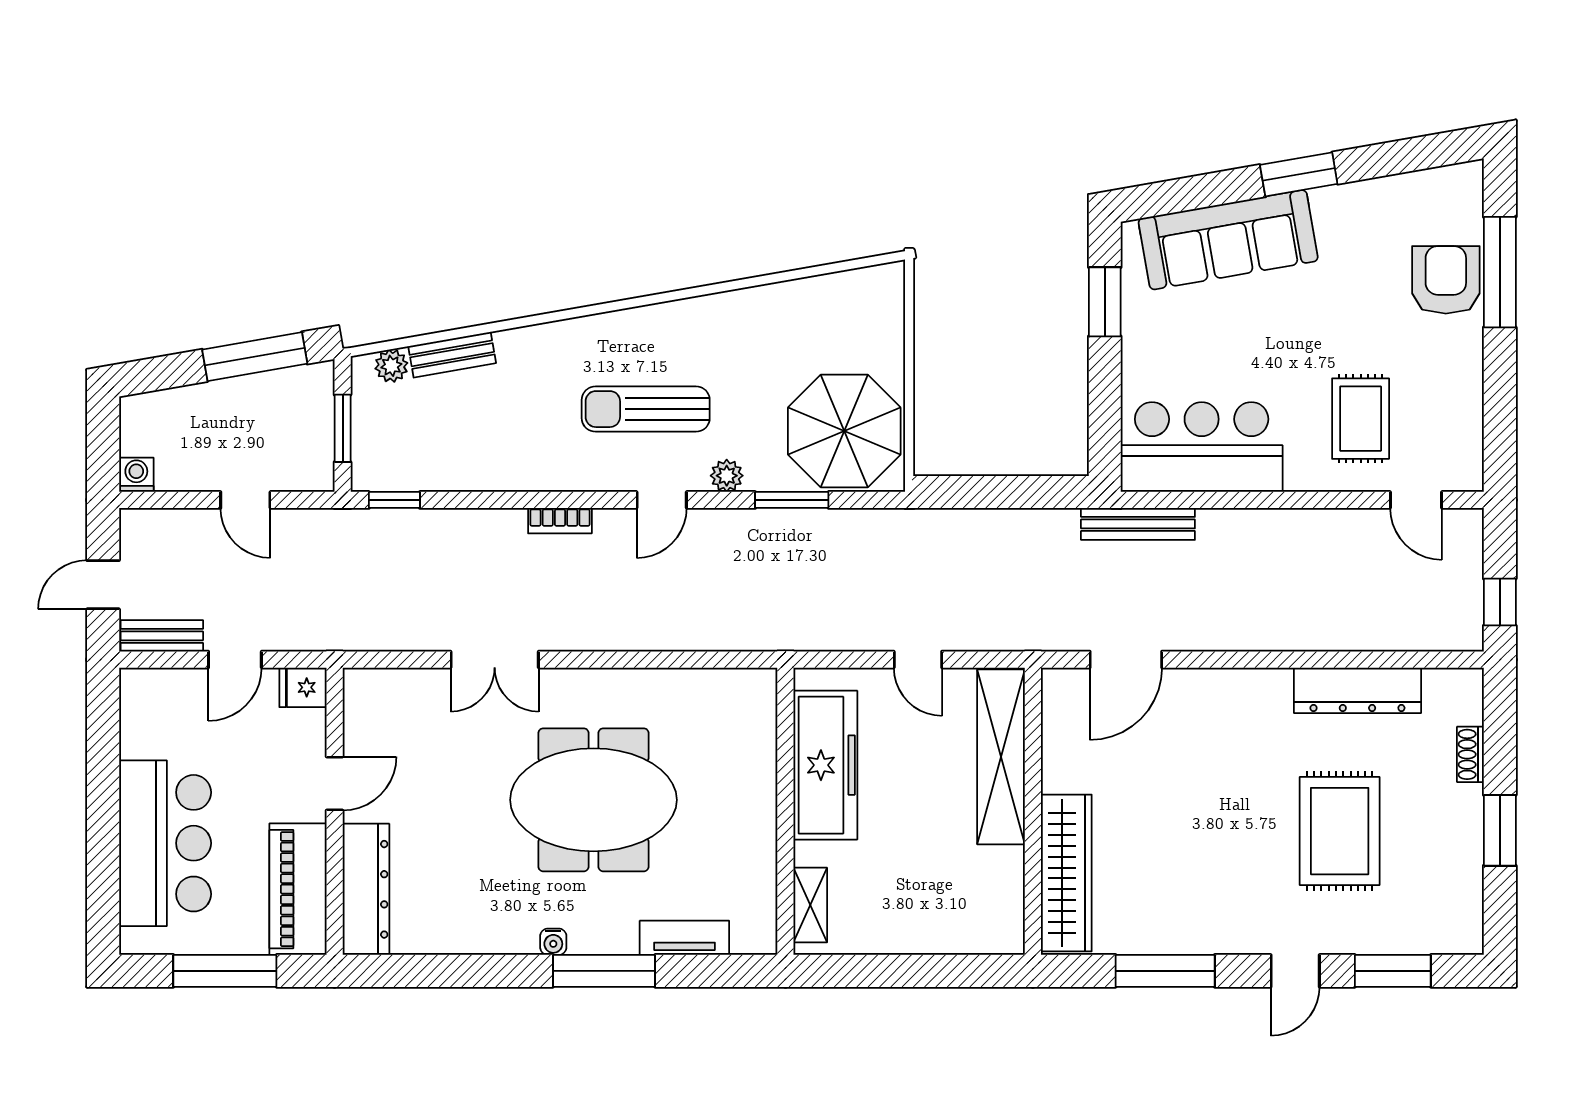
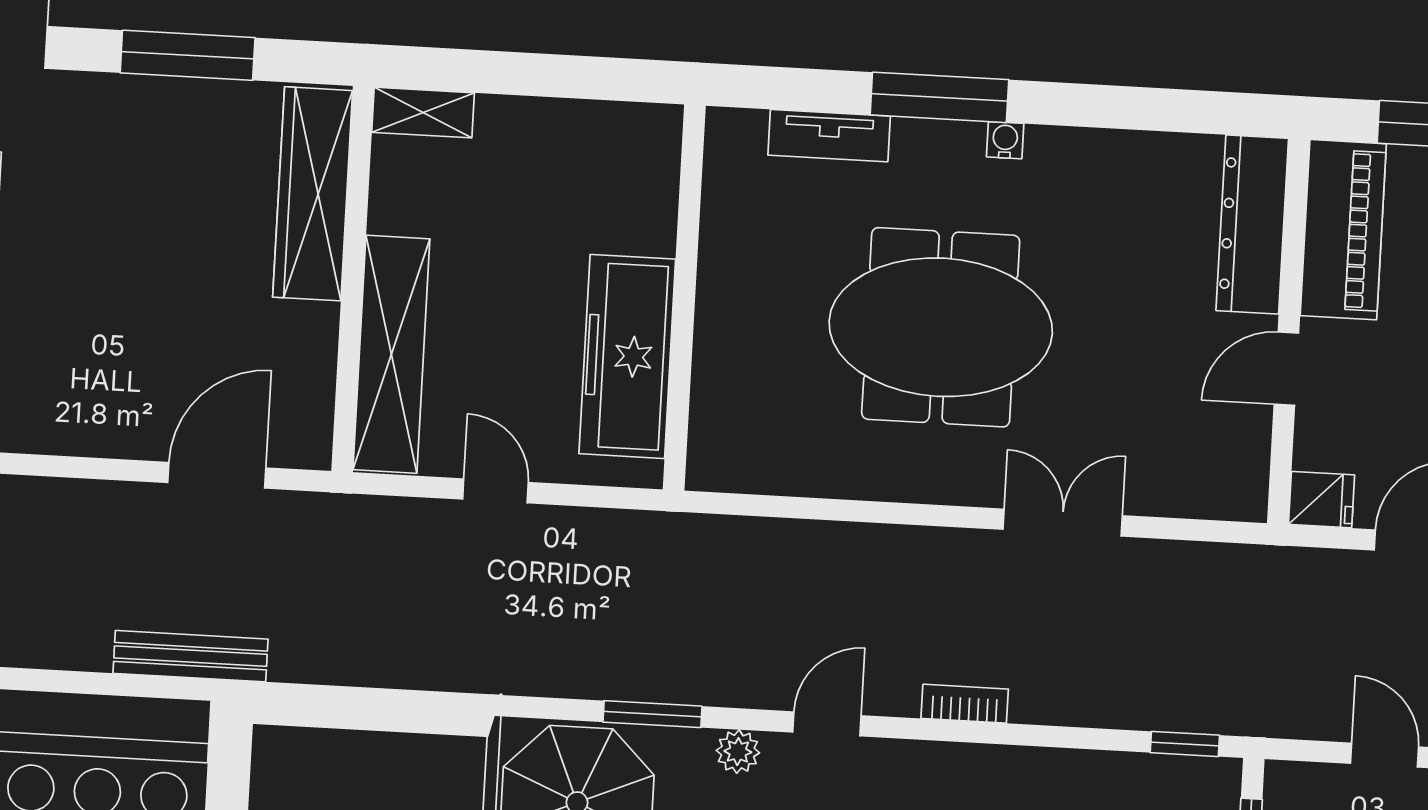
shelving: (810, 905) -> (423, 113), moved, turned 90

